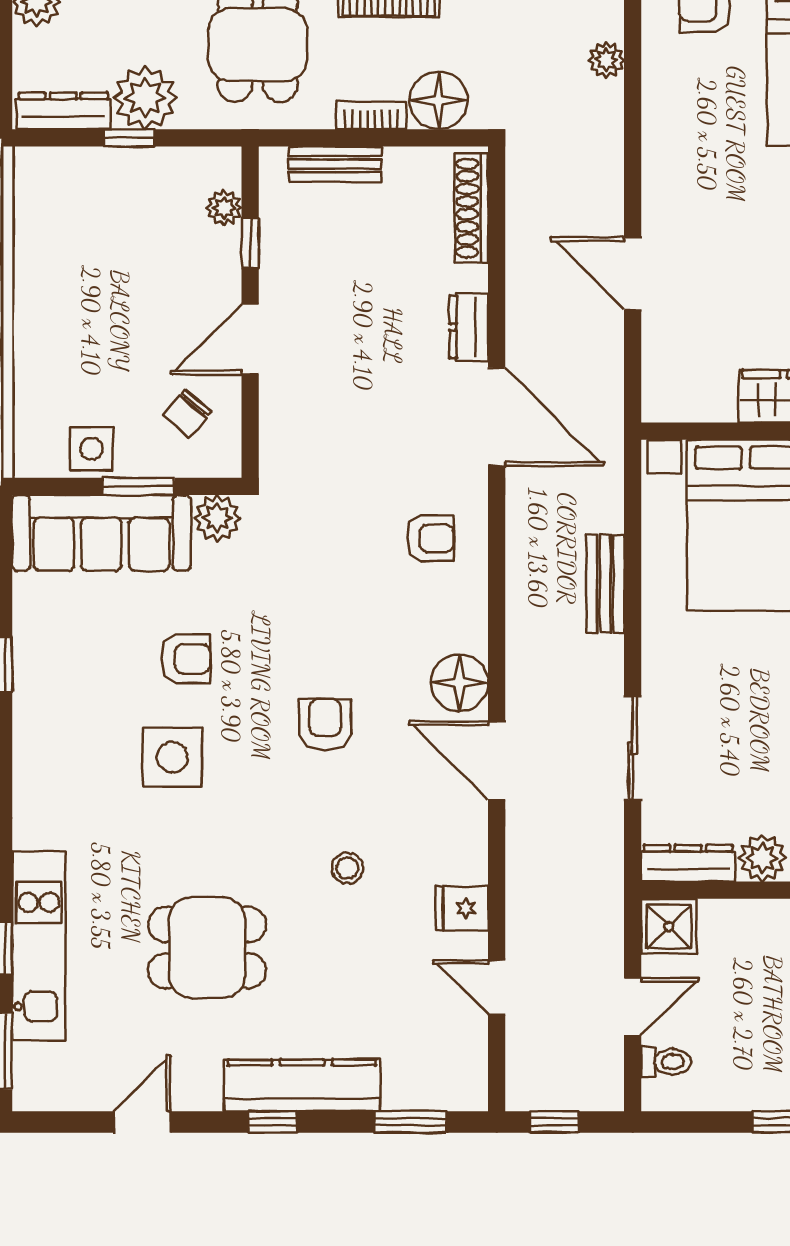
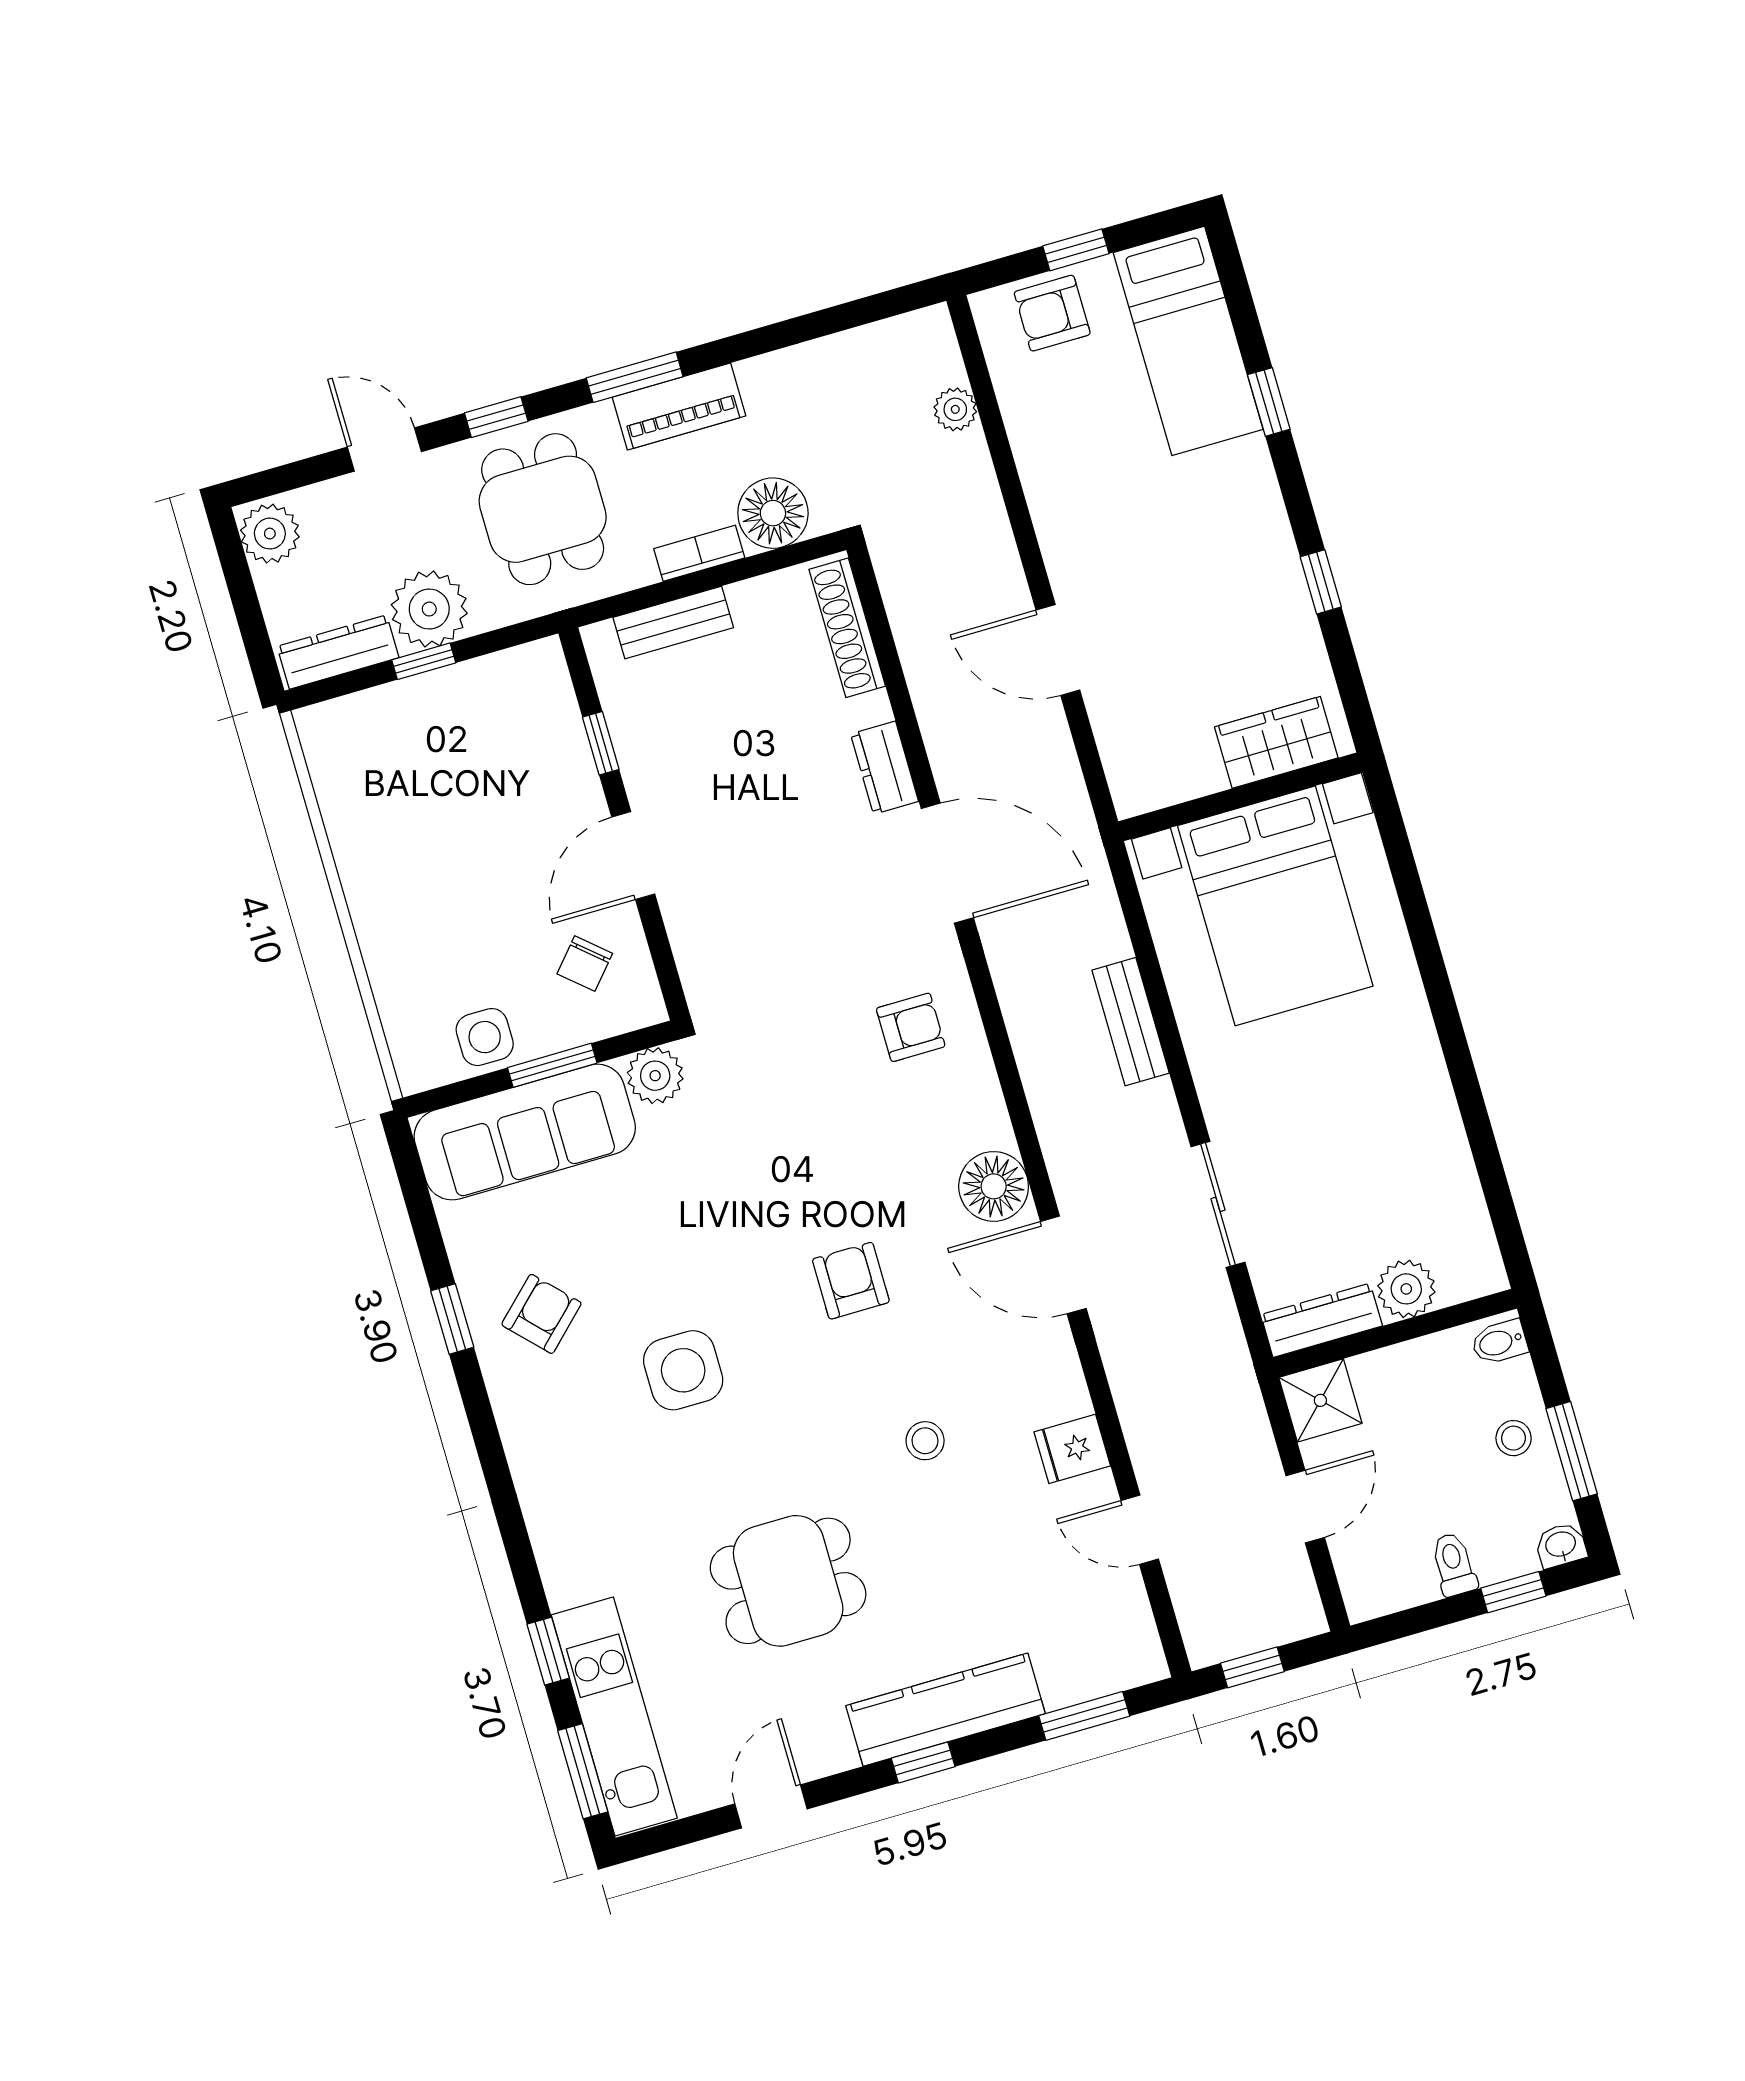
plant: (224, 208) -> (558, 711), removed
armchair: (186, 659) -> (541, 1314), moved, turned -44
kitchen unit: (39, 946) -> (614, 1717), moved
toilet: (666, 1062) -> (1454, 1564), moved, turned -90

